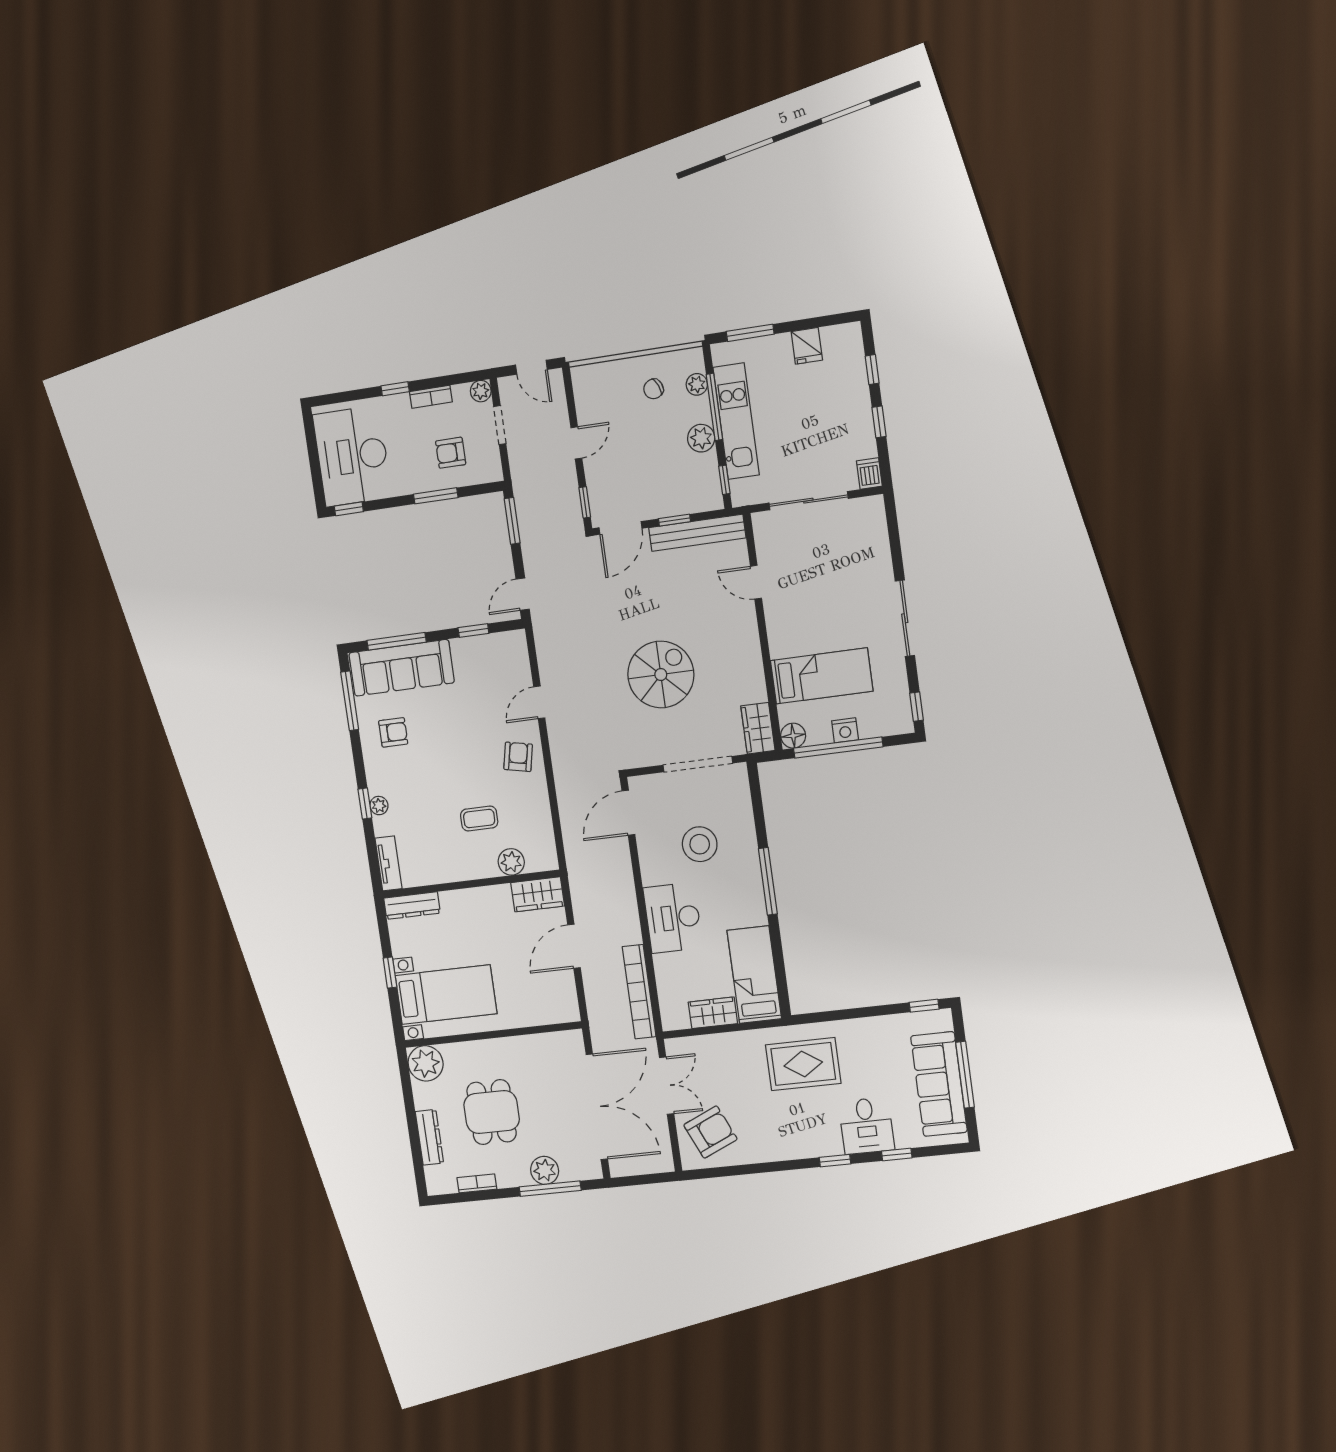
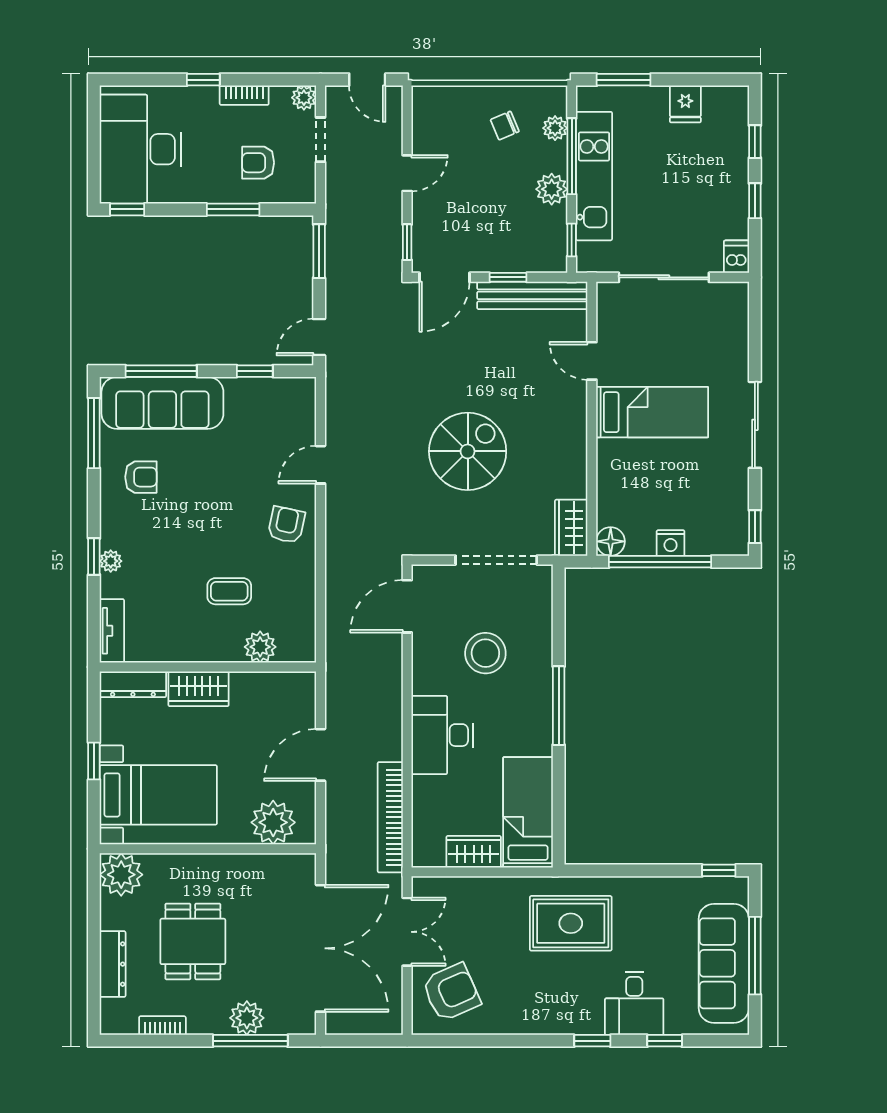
bed: (822, 676) -> (652, 412), moved
wardrobe: (538, 894) -> (199, 689), moved
plant: (543, 1007) -> (273, 822), added

